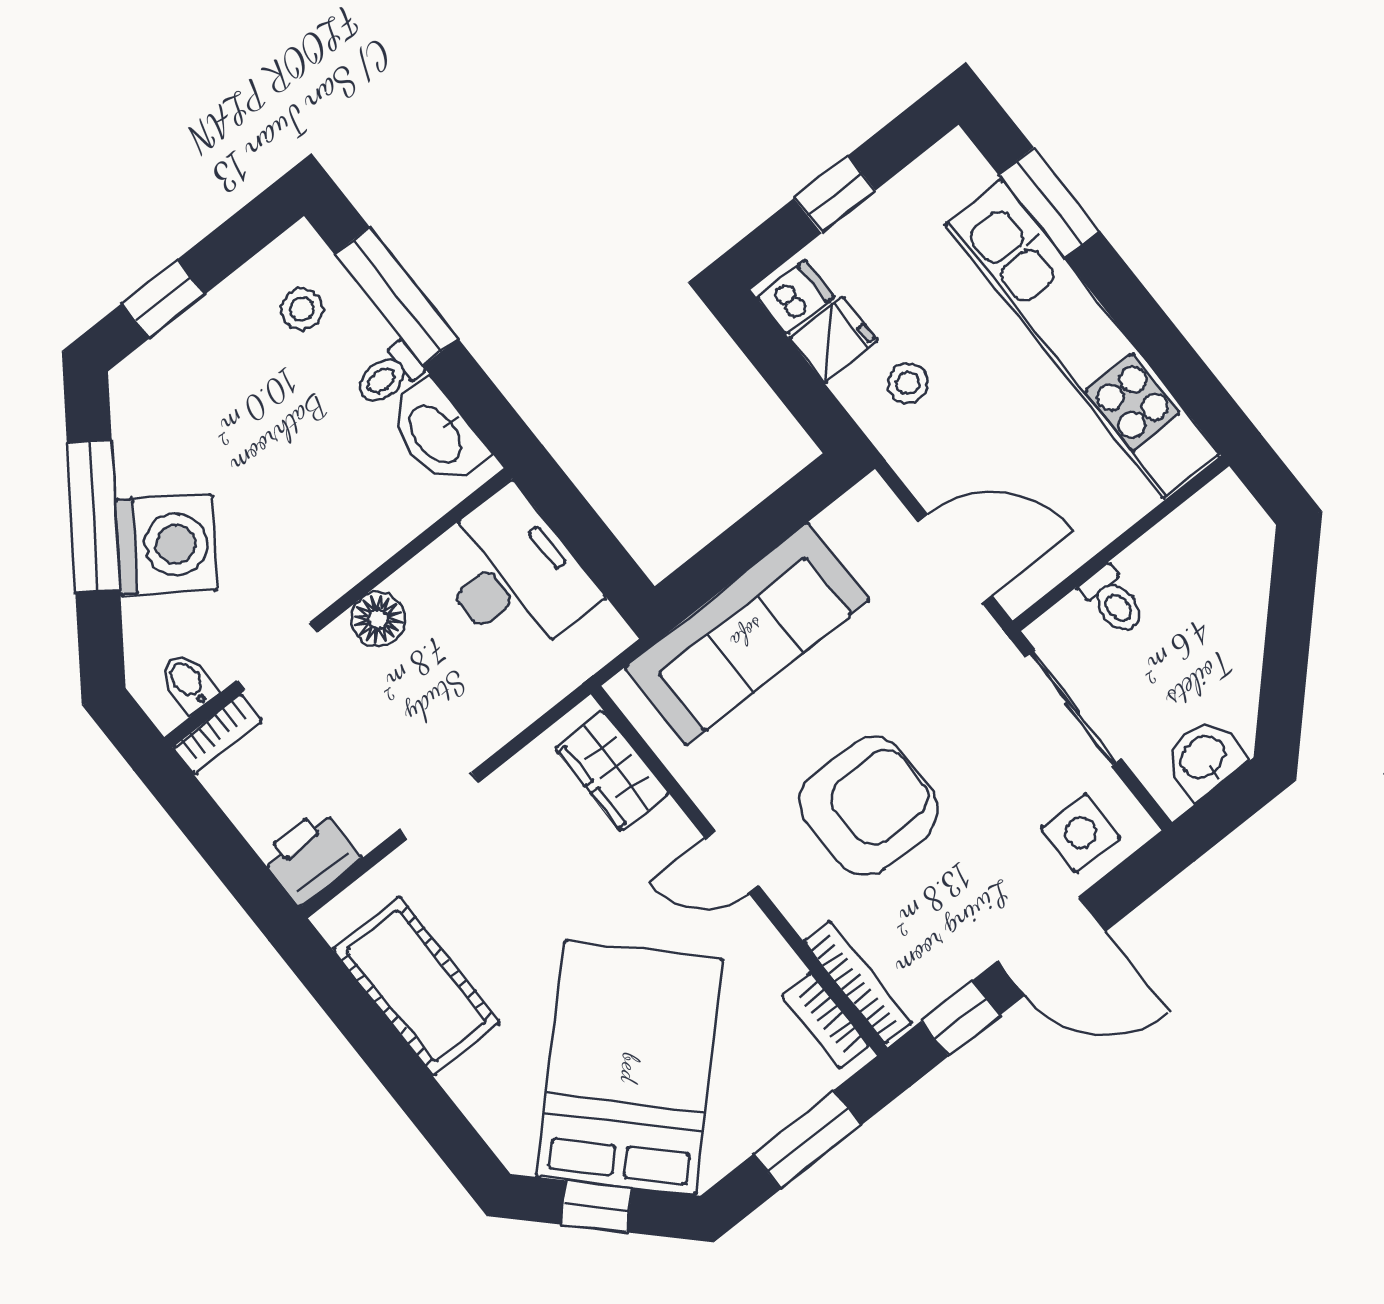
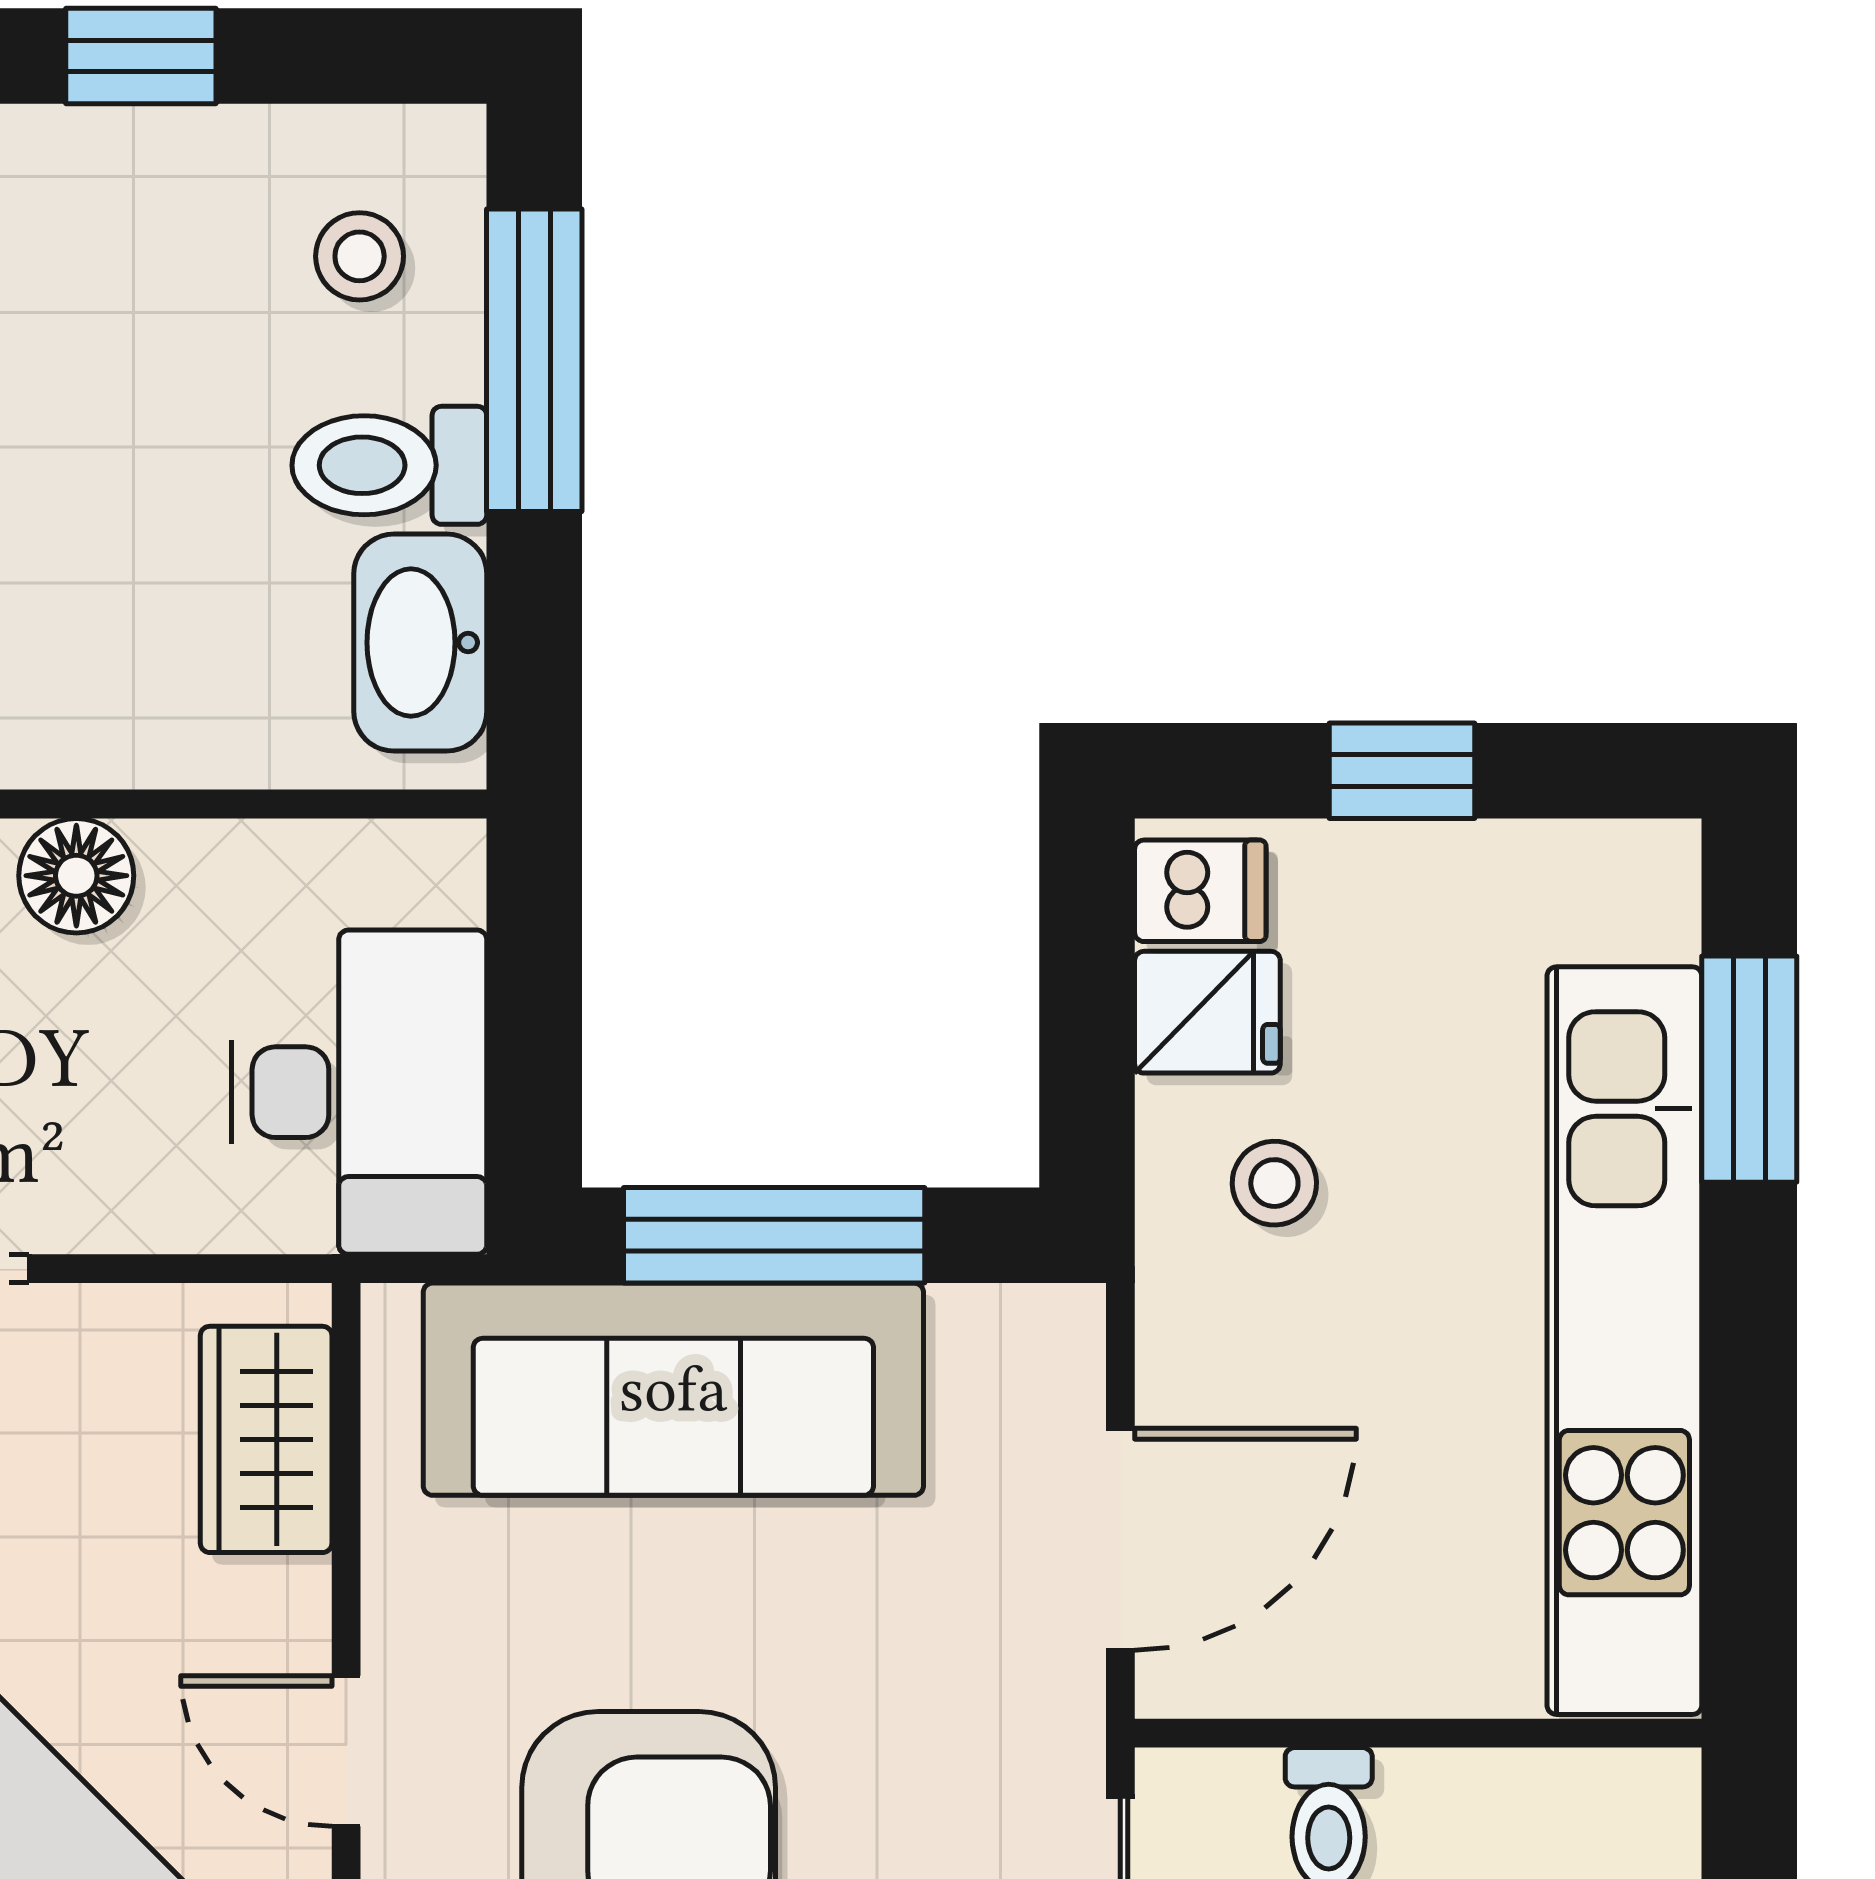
toilet: (388, 375) -> (389, 465), width x1.37, depth x1.39
window: (739, 548) -> (774, 1235), added
door: (955, 559) -> (1120, 1539), hinge flipped
desk: (513, 575) -> (359, 1092), moved

